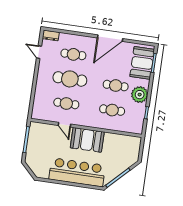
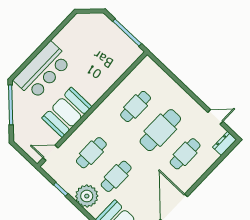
door: (64, 125) -> (51, 153), moved
booth: (87, 140) -> (67, 112), moved
bar counter: (77, 172) -> (43, 71), width x0.73

